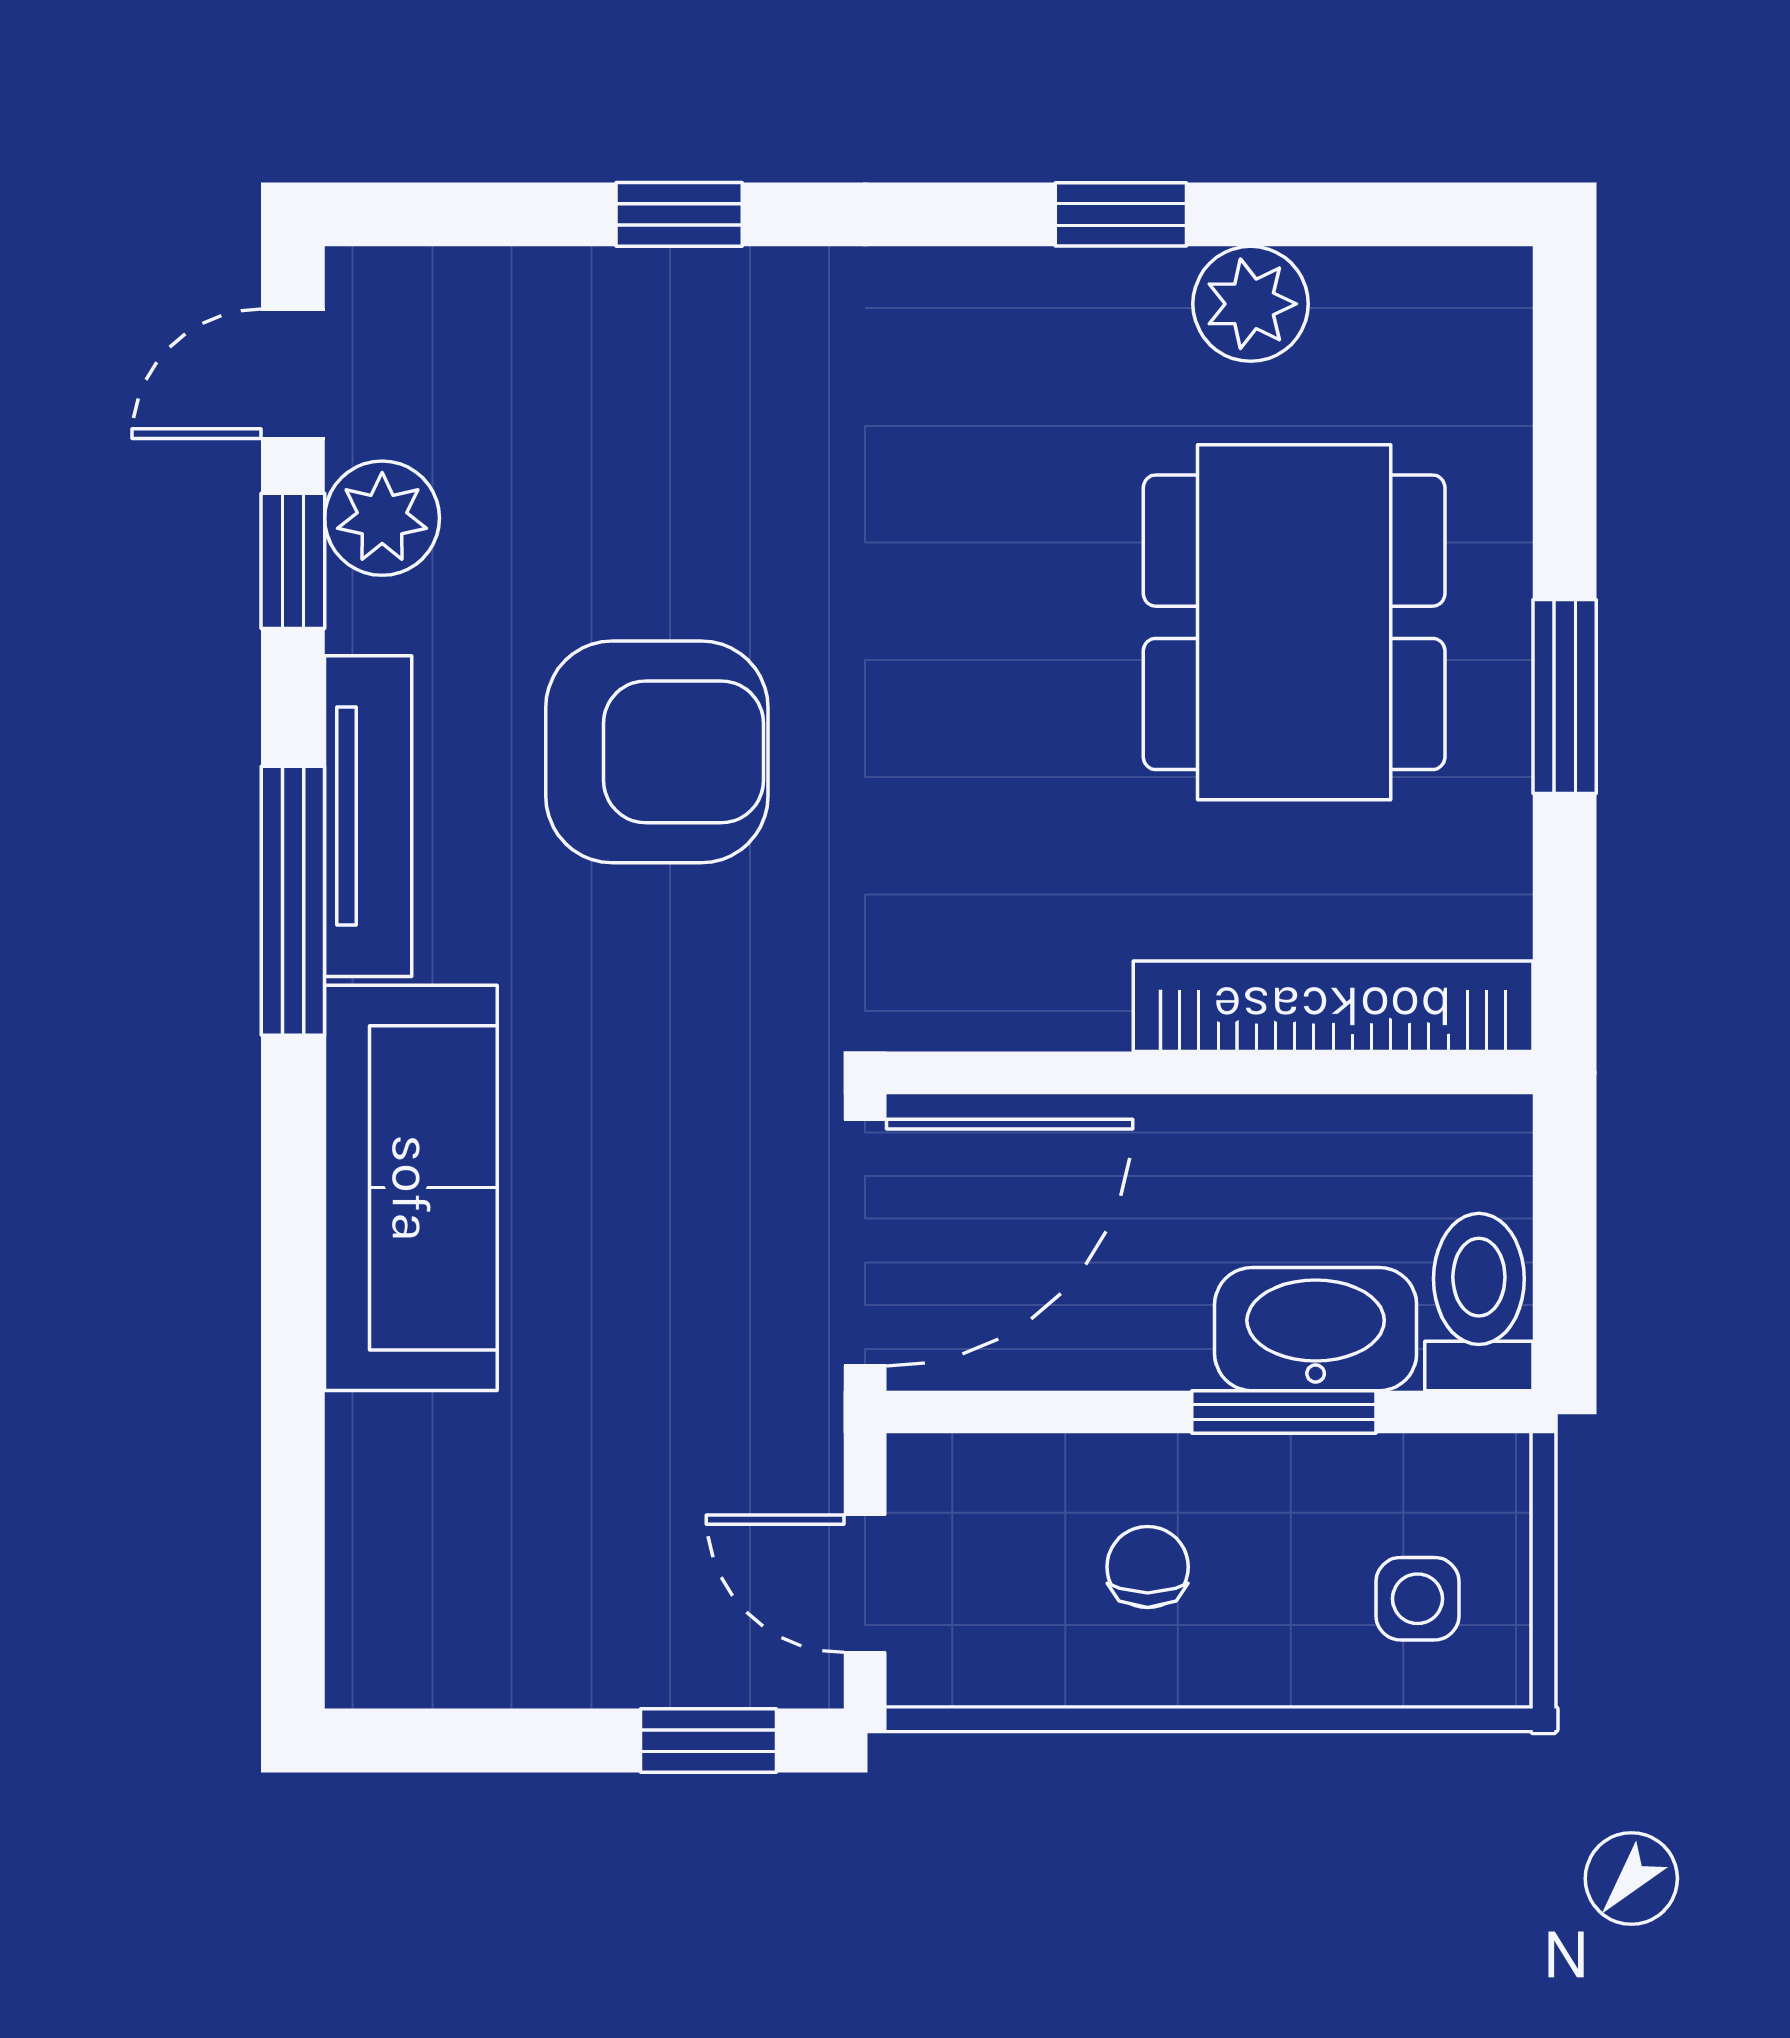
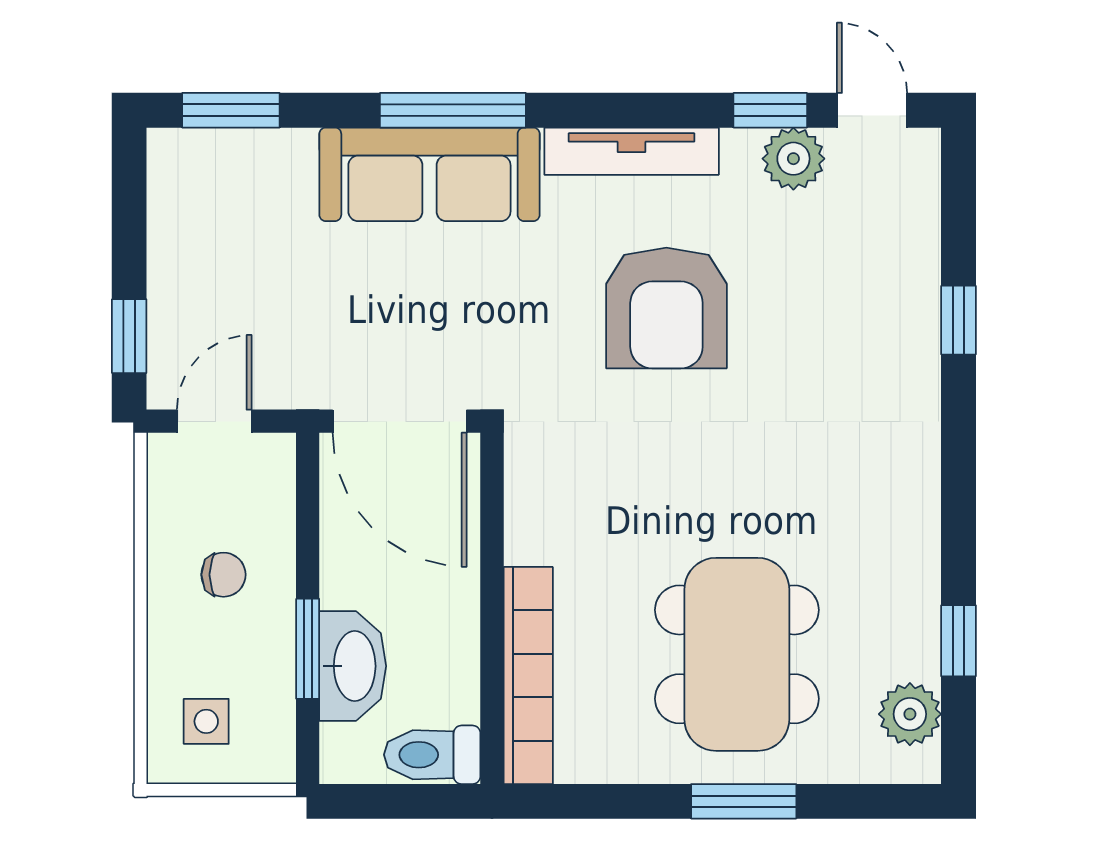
window: (1121, 214) -> (958, 641), moved
plant: (1251, 304) -> (910, 714), moved
dining table: (1294, 622) -> (737, 654), turned 90
window: (1565, 697) -> (744, 801), moved
window: (293, 901) -> (453, 110), moved
toilet: (1479, 1302) -> (432, 755), moved, turned 180
window: (293, 1553) -> (231, 110), added

